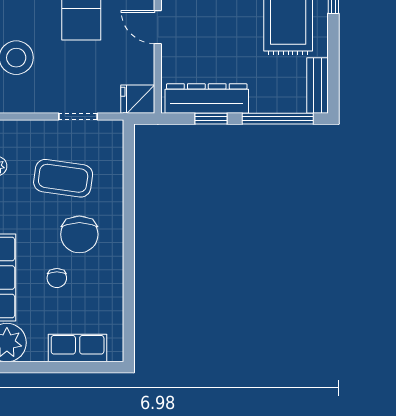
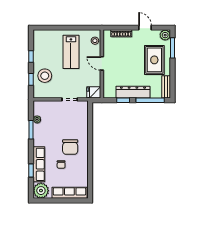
dresser: (207, 99) -> (133, 92), moved
coffee table: (63, 178) -> (64, 124), removed
row of seats: (78, 348) -> (69, 193), width x1.48

